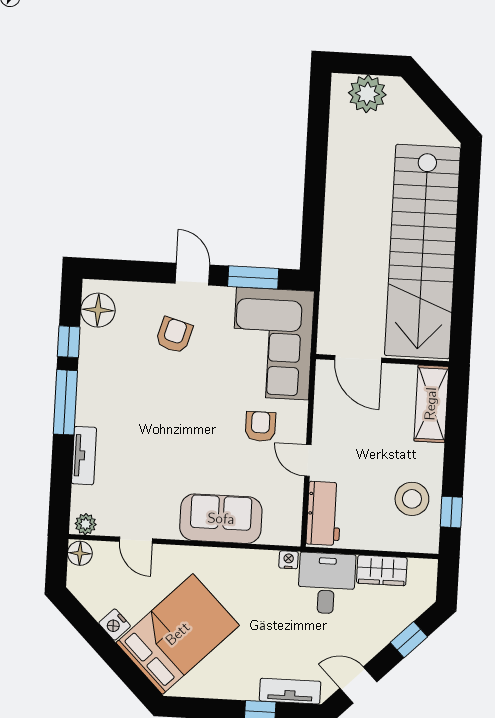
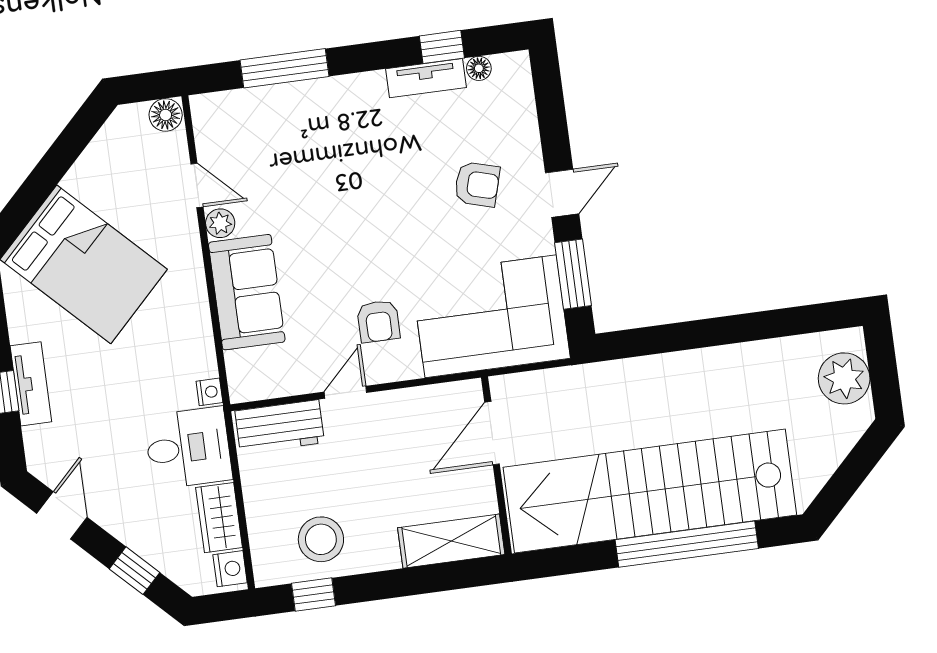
window: (466, 232) -> (687, 544), added
floor lamp: (98, 310) -> (479, 68), width x0.53, depth x0.53
window: (65, 402) -> (285, 68), moved
armchair: (260, 426) -> (378, 321), turned 90
tv unit: (84, 456) -> (426, 78), moved
plant: (86, 524) -> (220, 223), moved
door: (136, 540) -> (197, 185), swing flipped
nightstand: (115, 625) -> (230, 569), moved, turned 135
tv unit: (290, 691) -> (31, 384), moved

